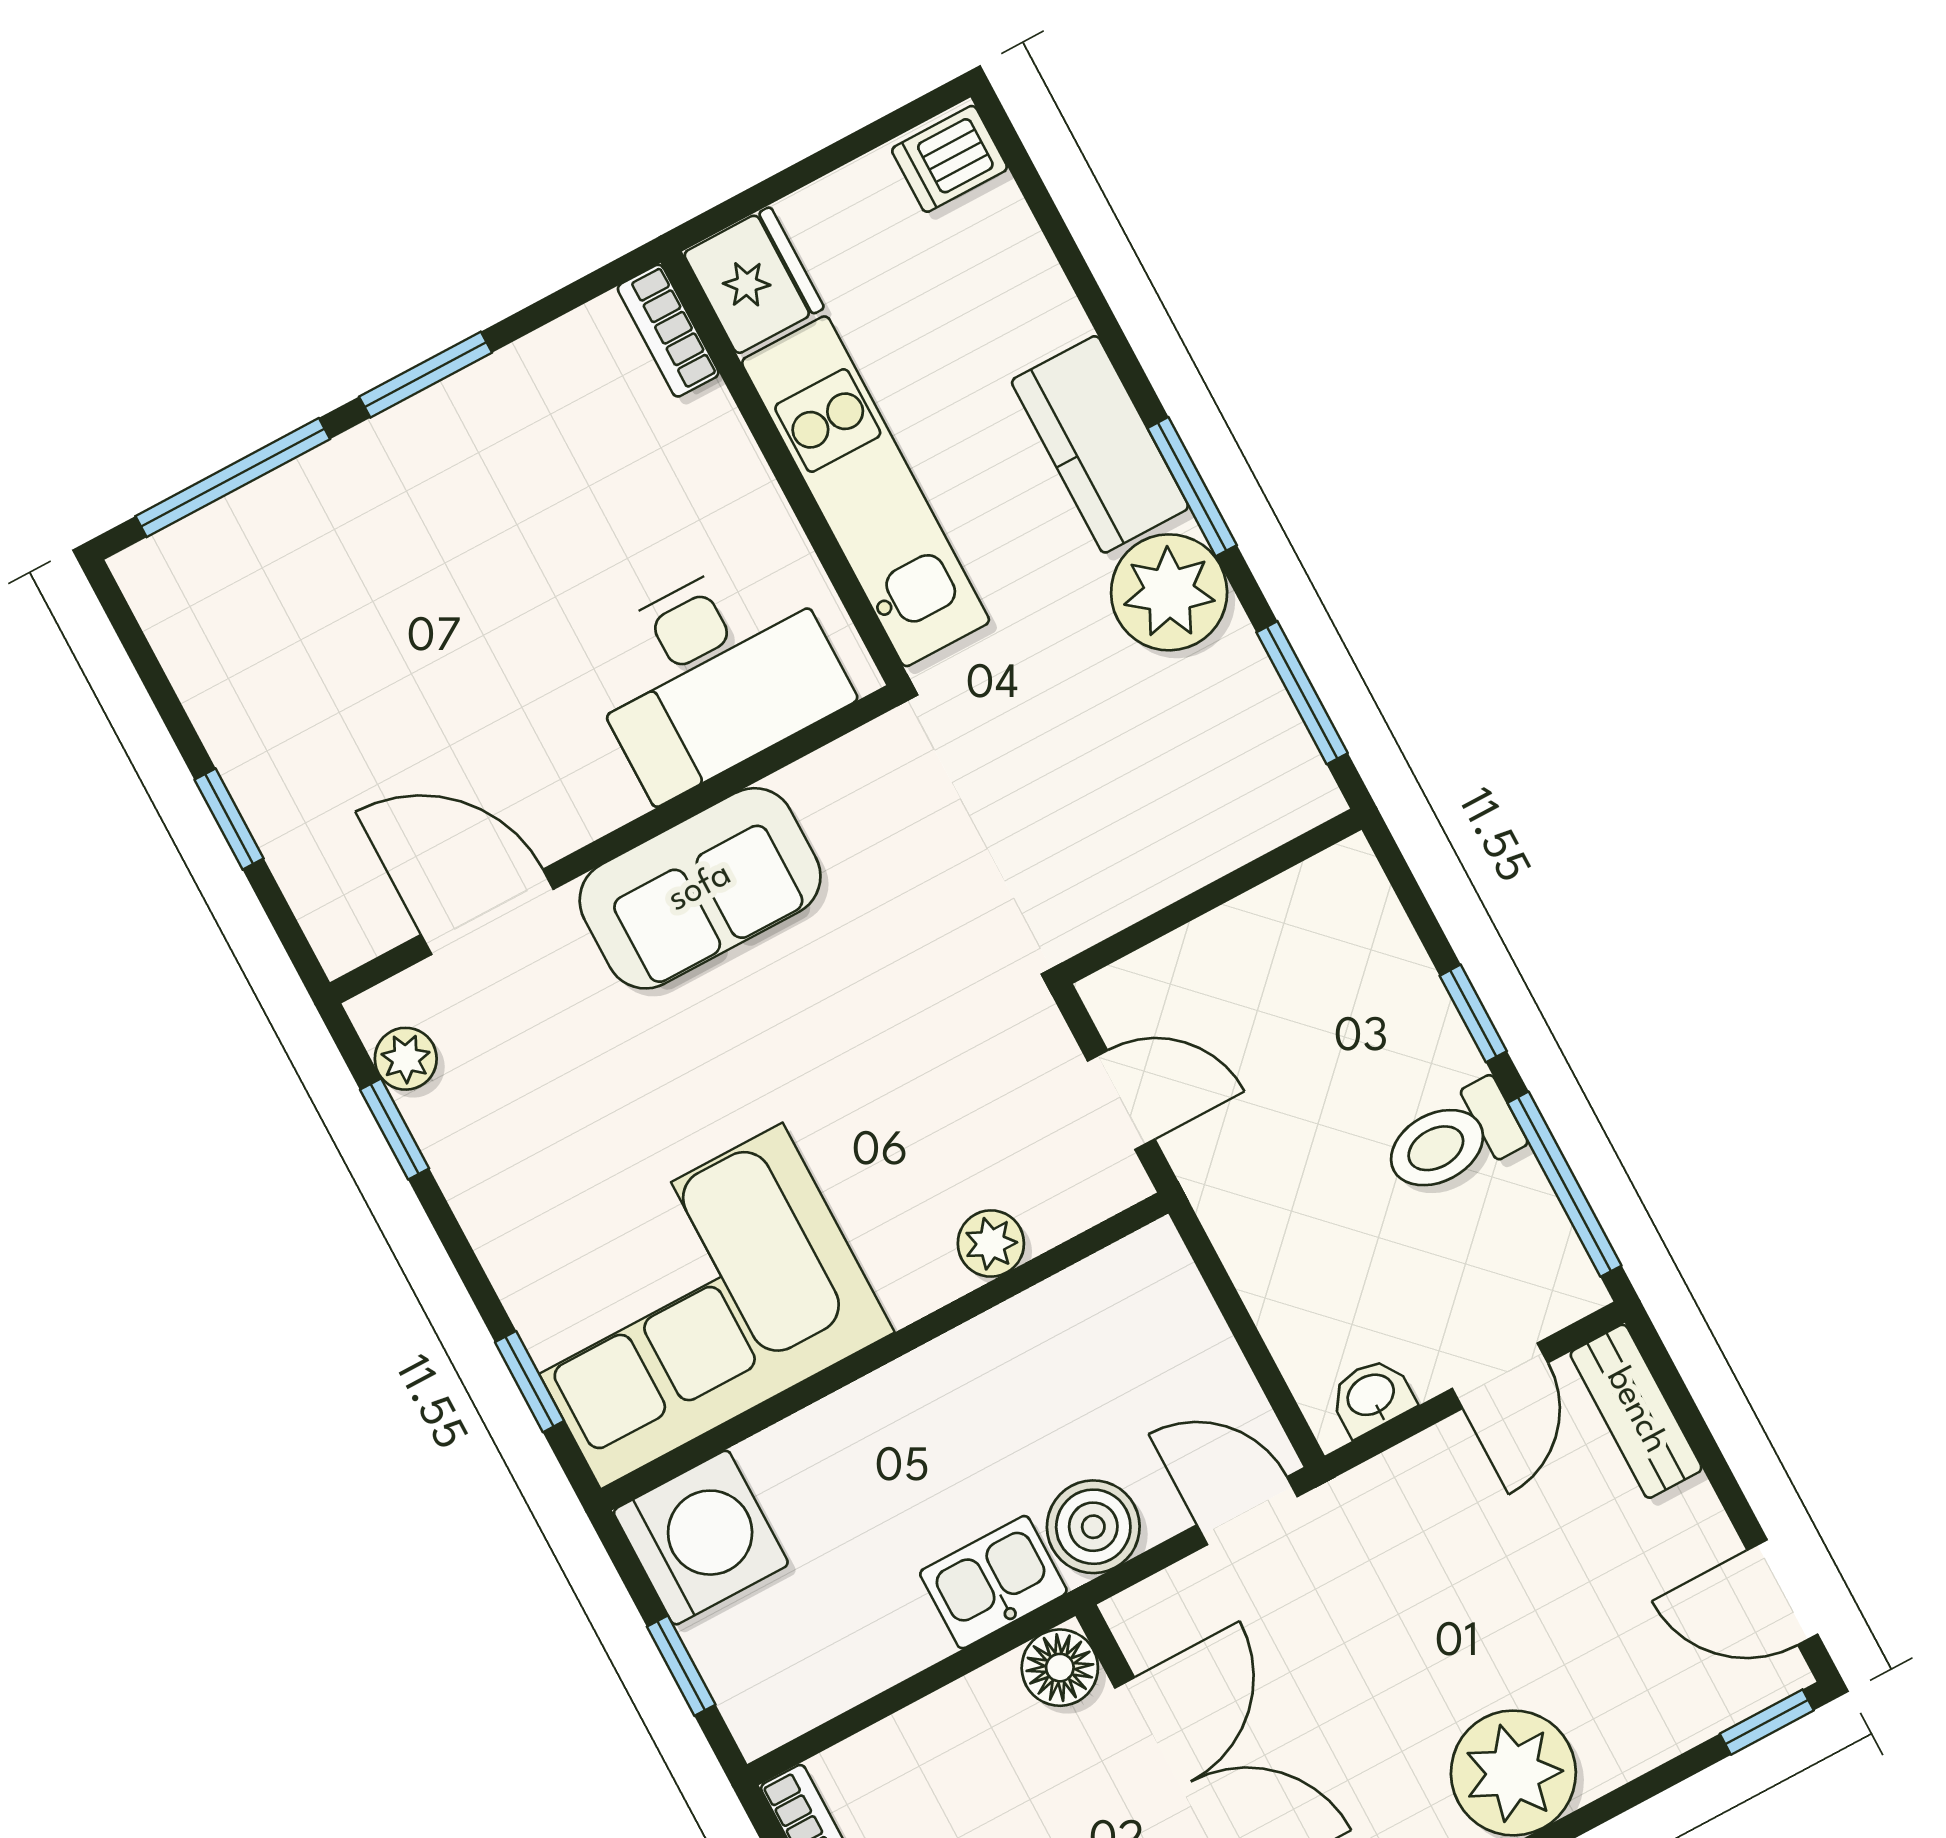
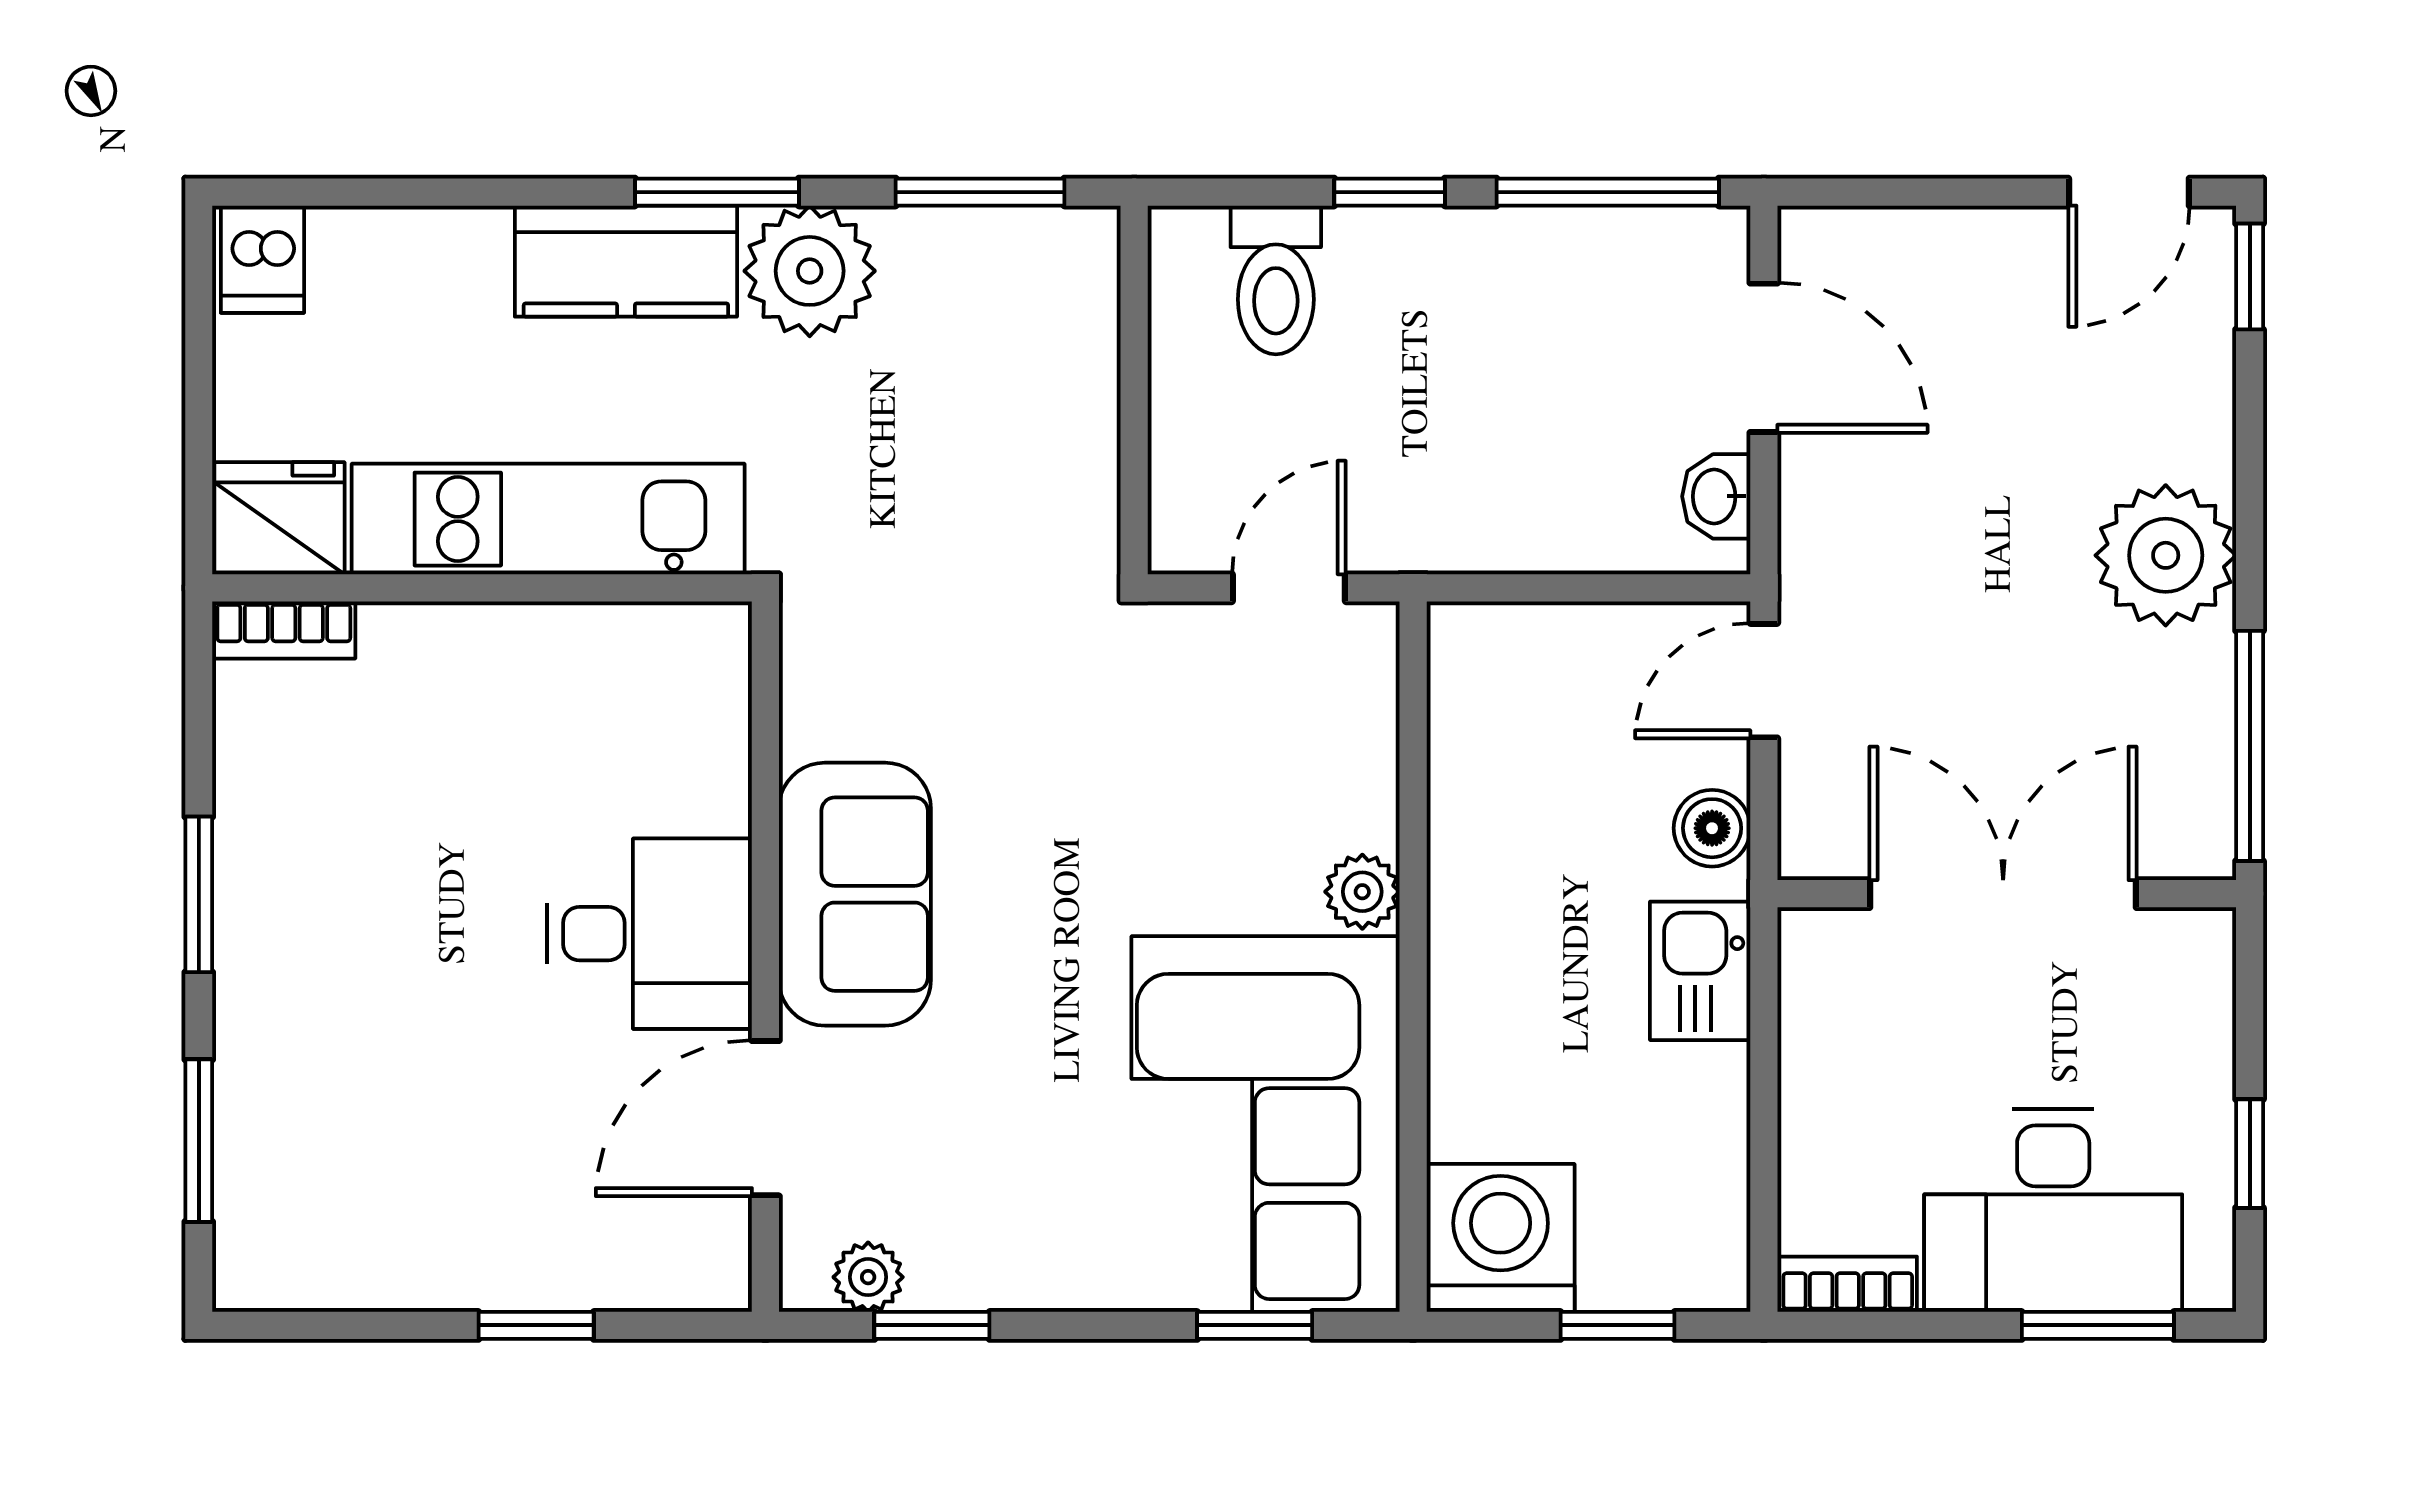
window: (233, 478) -> (199, 1141), width x0.69
desk: (714, 674) -> (649, 934), moved, width x0.73
toilet: (1452, 1140) -> (1276, 280), moved
plant: (991, 1244) -> (1362, 892), moved
door: (1500, 1376) -> (1764, 358), width x1.38
bench: (1636, 1411) -> (1871, 241), removed
boiler: (1093, 1527) -> (1712, 828), width x0.73, depth x0.73
floor lamp: (1060, 1668) -> (1820, 950), removed

